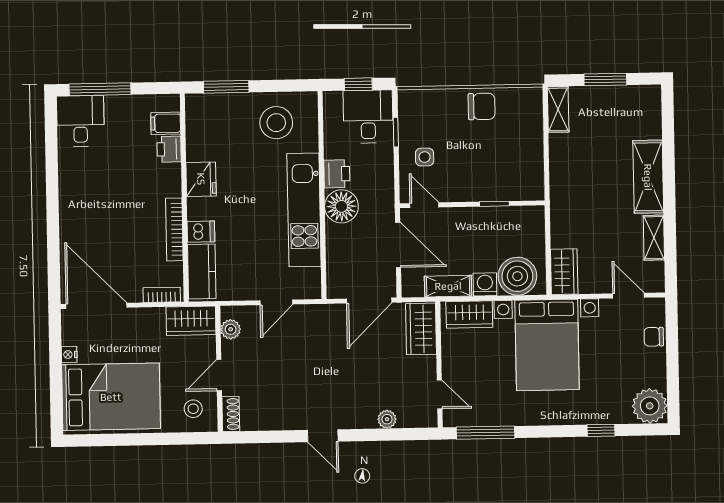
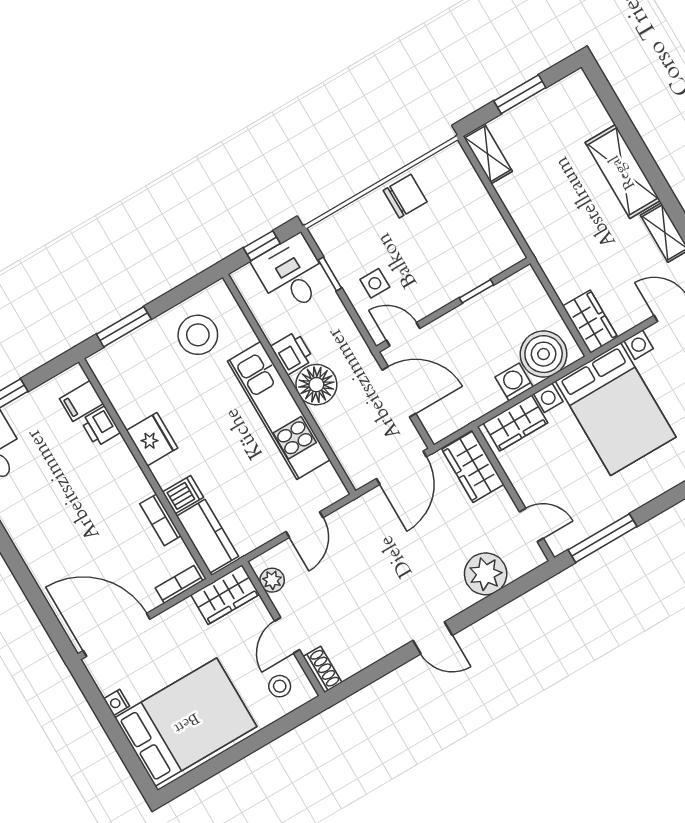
bookcase: (174, 229) -> (160, 520), width x0.64
shelving: (448, 286) -> (476, 406), removed
plant: (387, 419) -> (486, 574), width x1.88, depth x1.88

